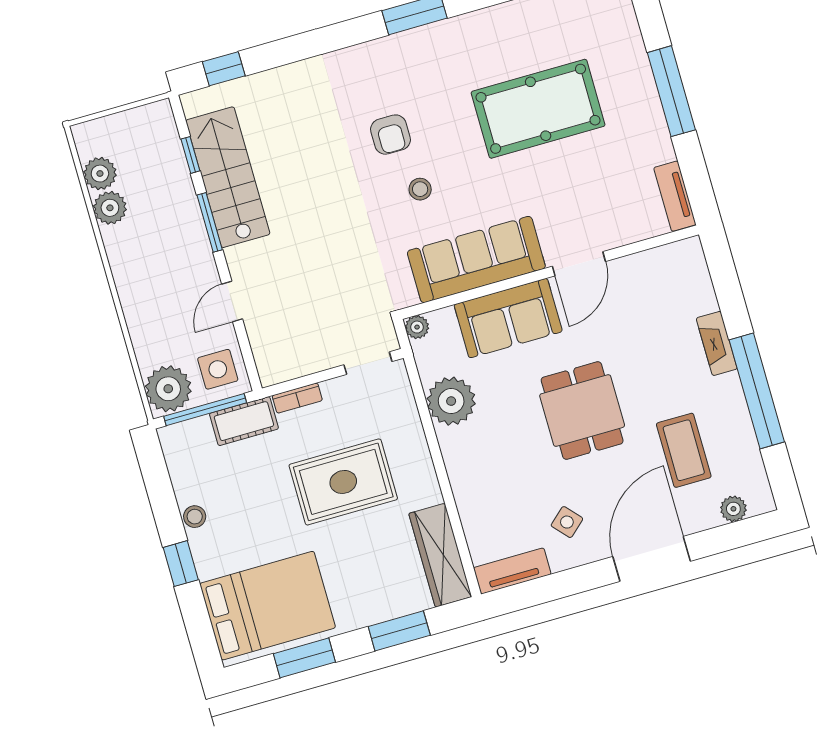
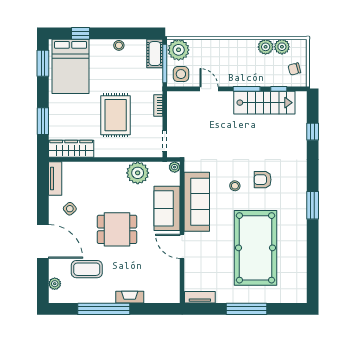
window: (224, 69) -> (313, 132), moved
pool table: (538, 109) -> (255, 248), width x1.36, depth x1.32
chair: (139, 134) -> (294, 69), added
cot: (244, 421) -> (155, 54), moved
window: (181, 564) -> (81, 33), moved
window: (304, 658) -> (43, 63), moved

